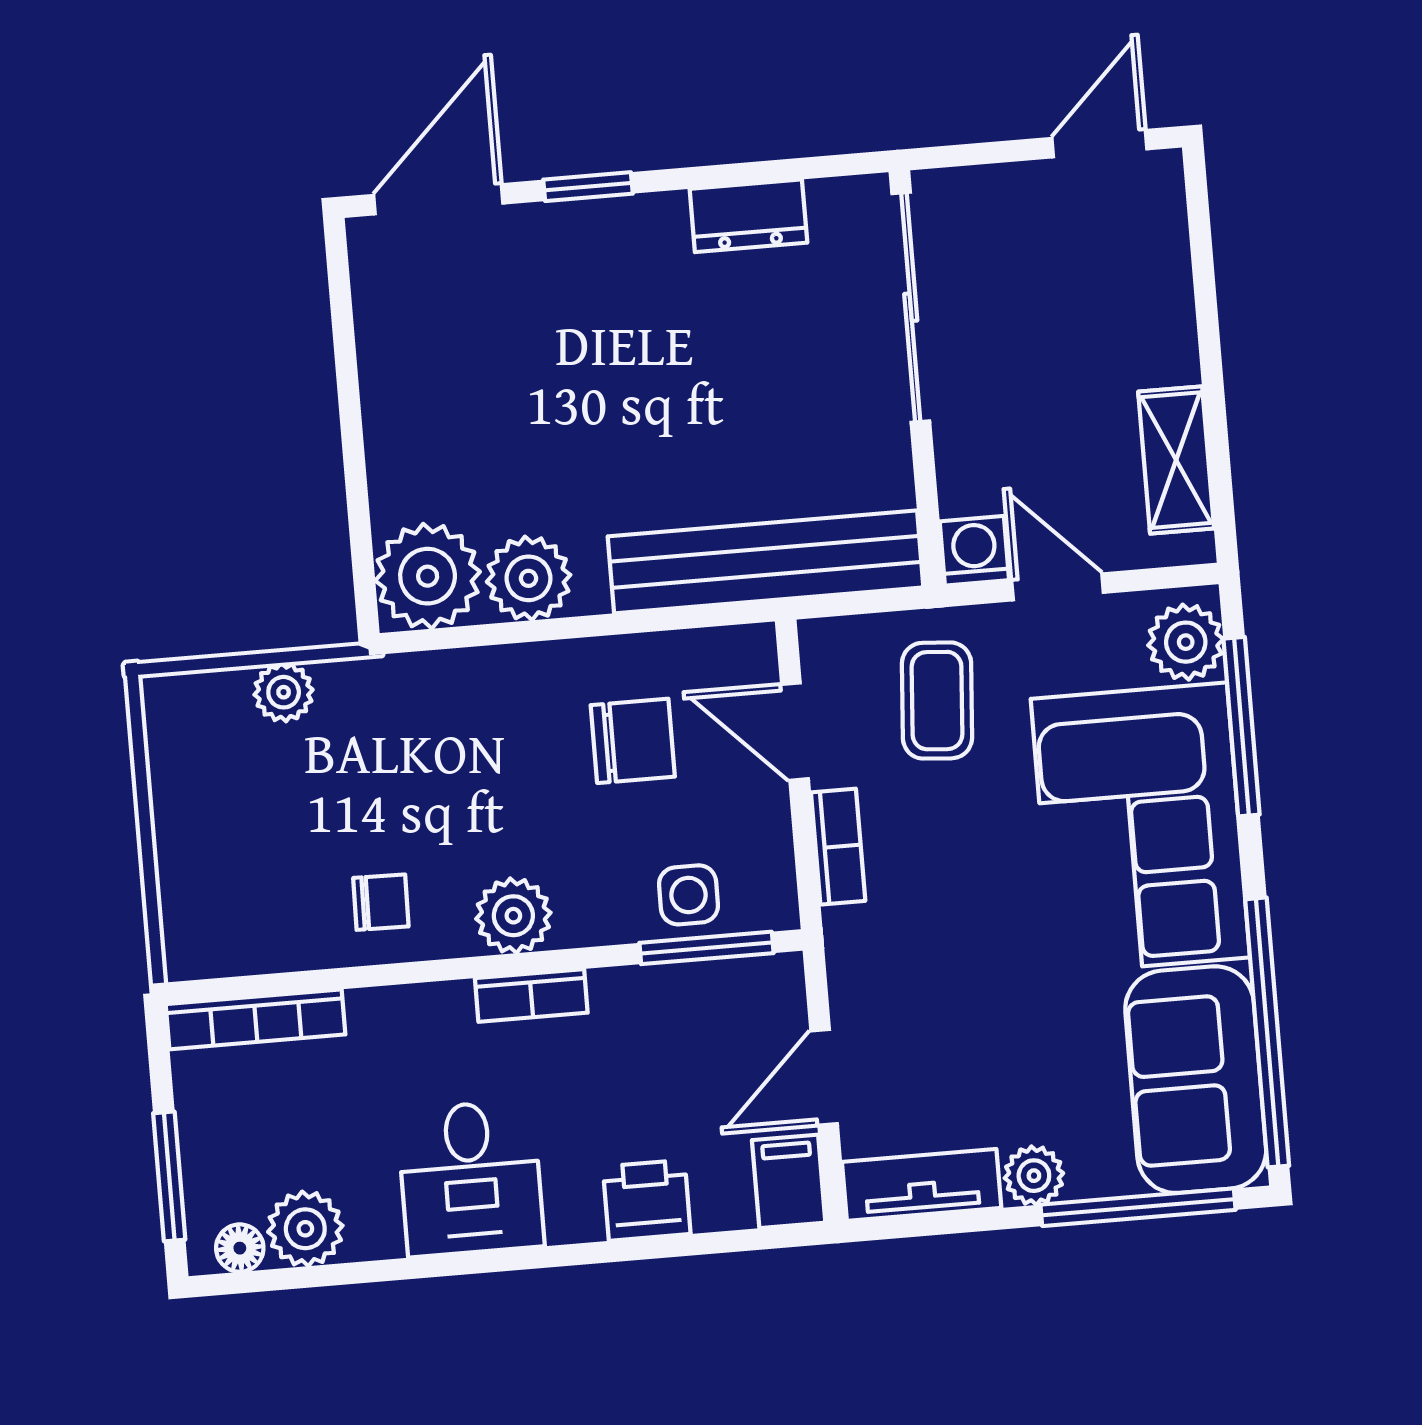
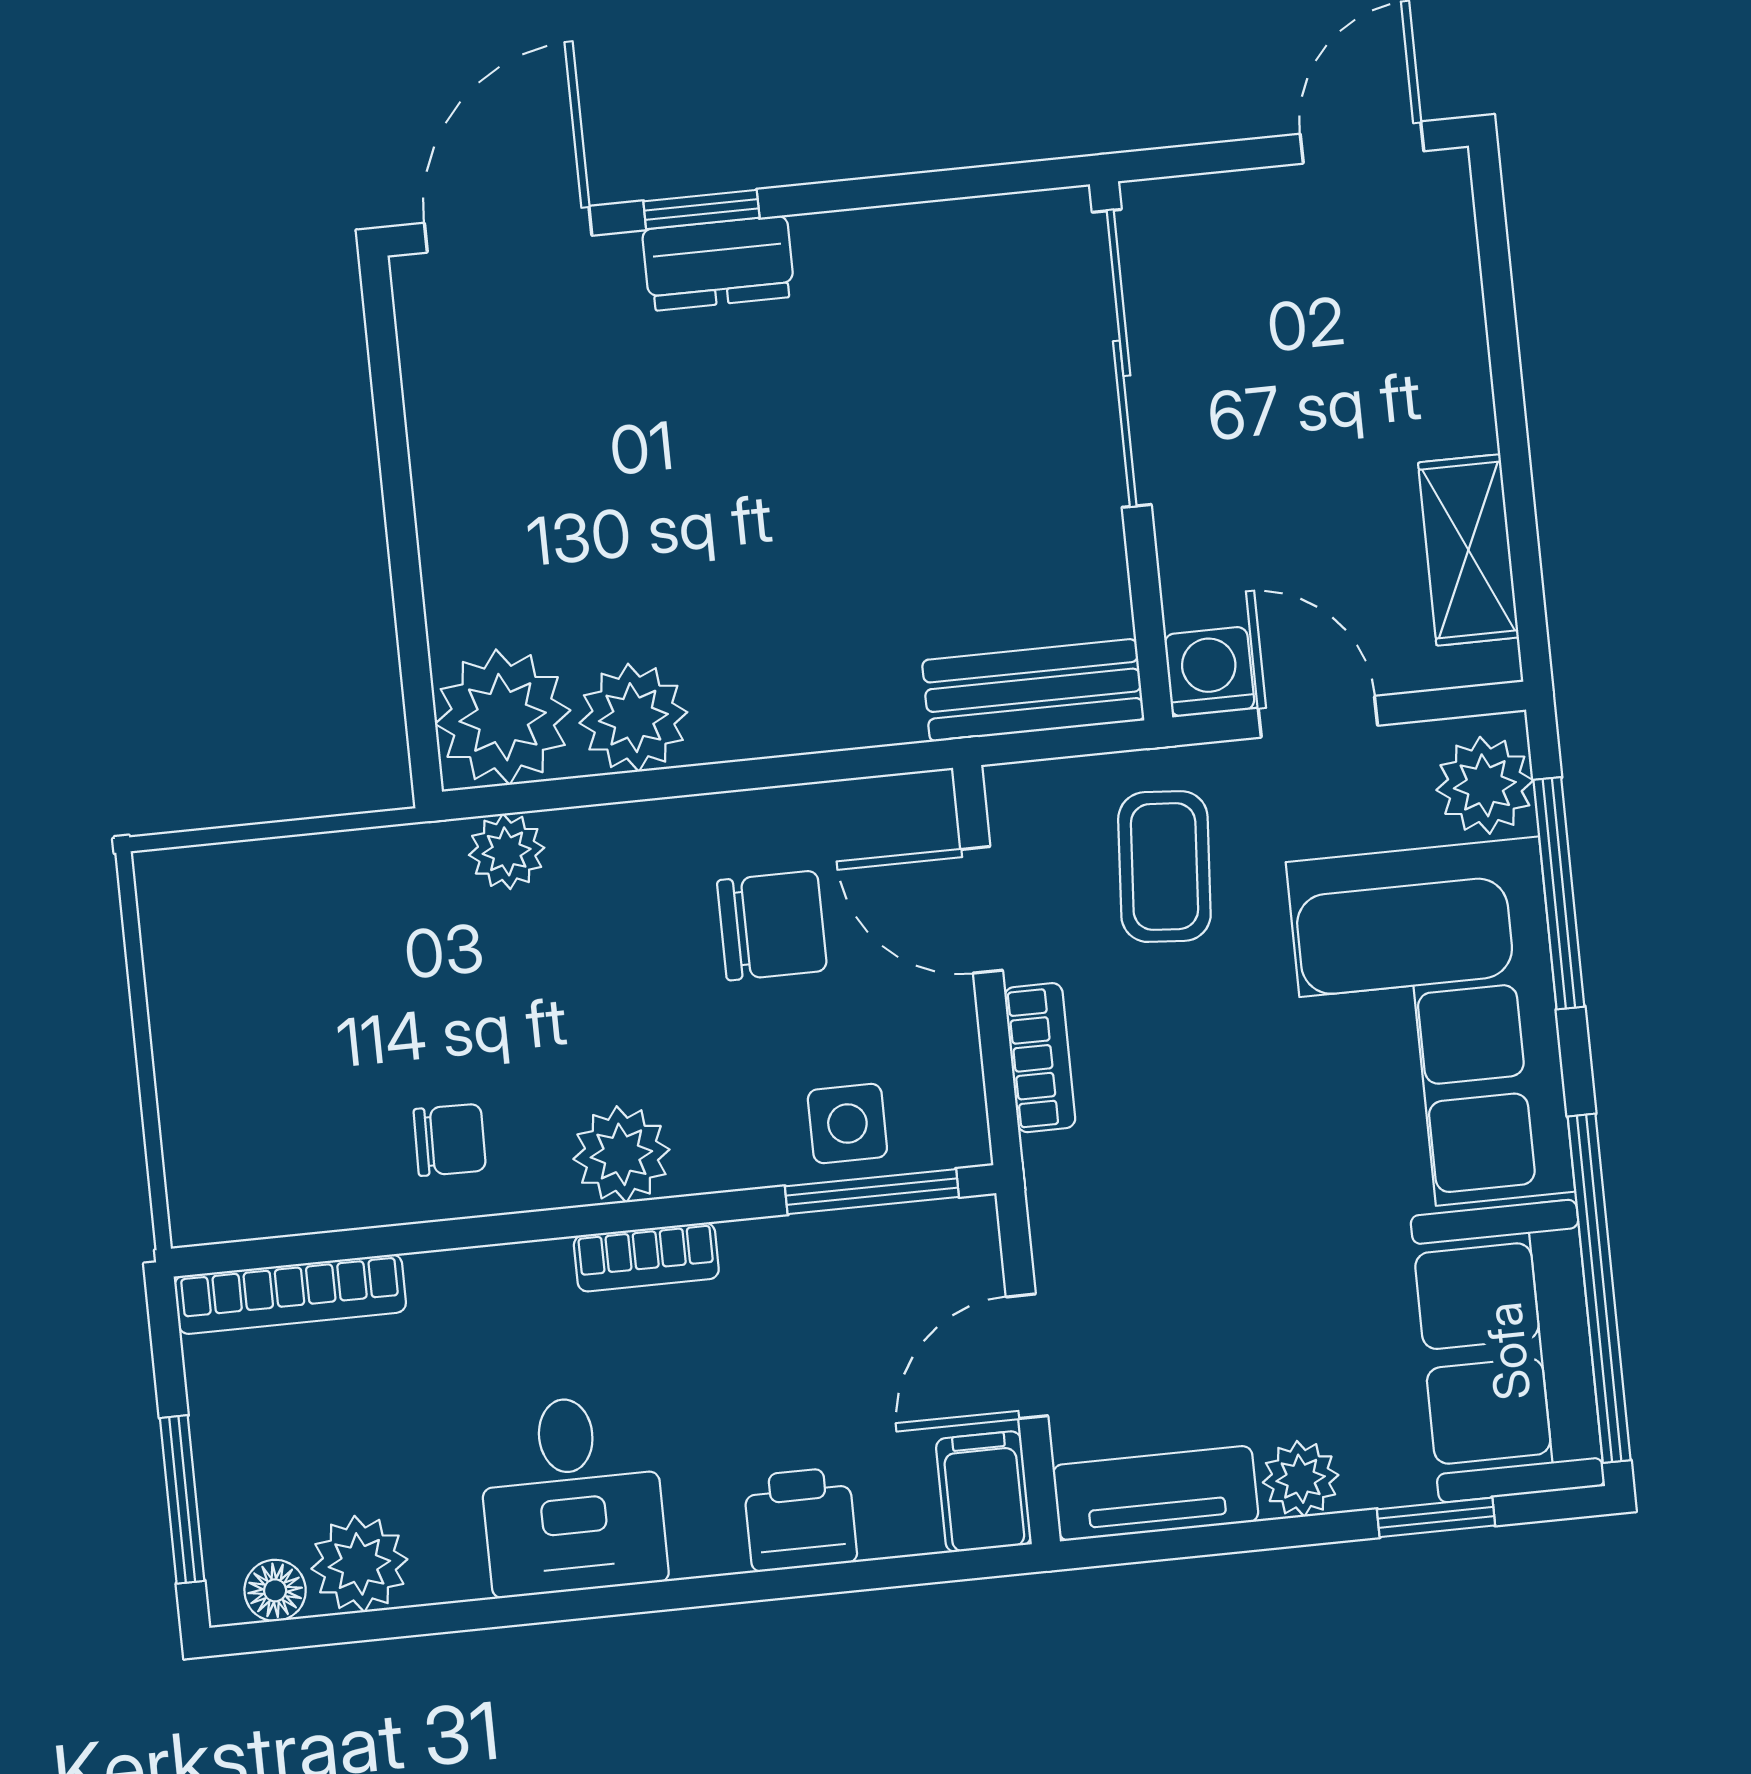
dresser: (748, 216) -> (718, 263), moved
bench: (766, 562) -> (1033, 690), width x0.54, depth x0.82
plant: (284, 692) -> (507, 851), moved
window: (1138, 1207) -> (1436, 1517), width x0.46

